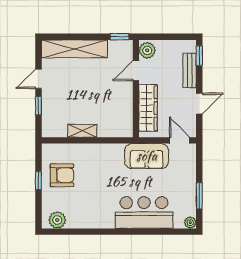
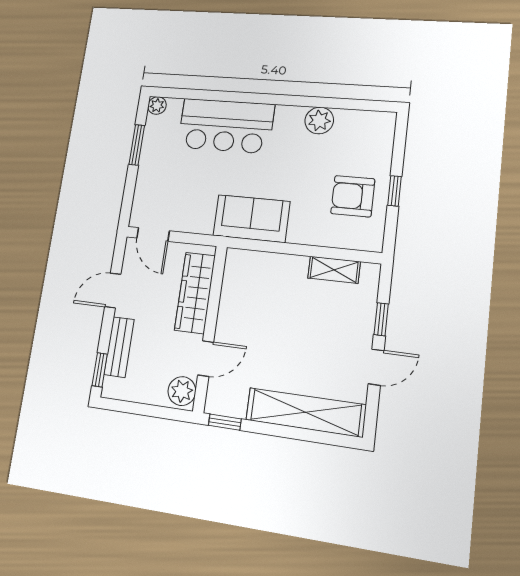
shelving: (82, 131) -> (334, 270), moved
sofa: (147, 156) -> (251, 219), moved
plant: (57, 220) -> (319, 121), moved

